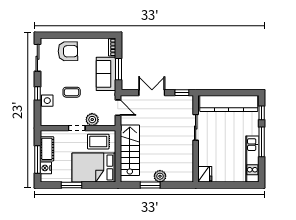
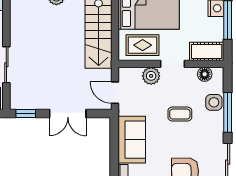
window: (119, 69) -> (114, 146), removed
window: (37, 93) -> (228, 112), width x2.17
floor lamp: (54, 121) -> (205, 74), added
cot: (47, 149) -> (207, 51), moved, turned 90

